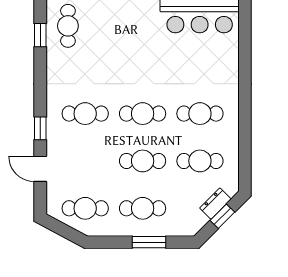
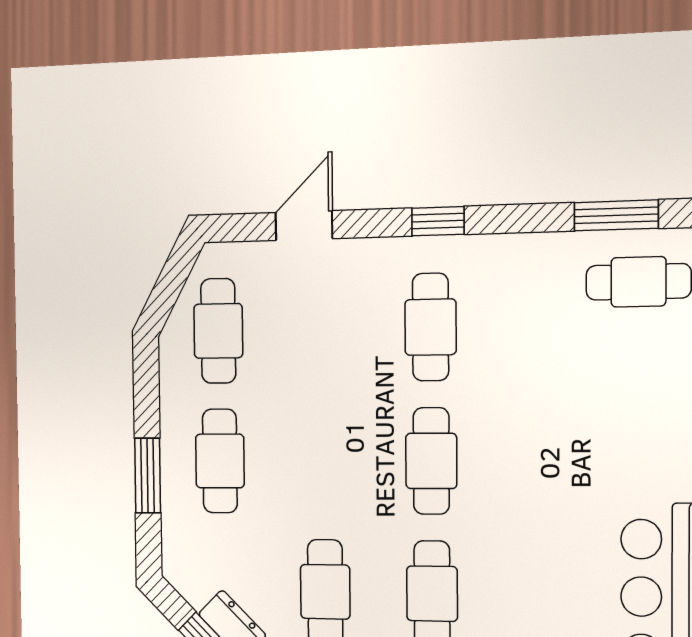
window: (40, 35) -> (616, 215), width x1.50
window: (40, 128) -> (438, 221), moved
cafe table: (143, 161) -> (324, 461), removed

